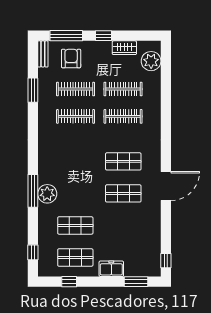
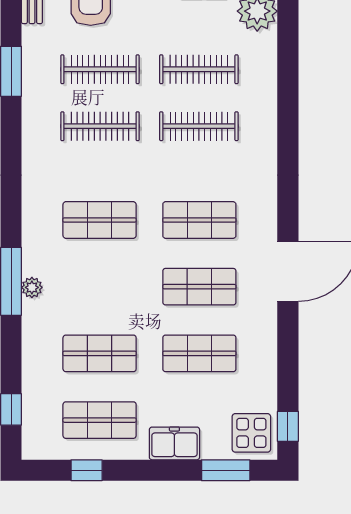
shop shelf: (75, 161) -> (100, 220), added
plant: (47, 194) -> (32, 287), width x0.53, depth x0.53
shop shelf: (123, 225) -> (199, 353), added
display table: (148, 264) -> (251, 433), added

